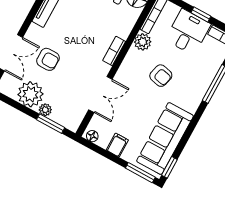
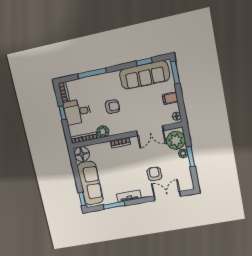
armchair: (161, 76) -> (112, 107), turned 77
plant: (30, 94) -> (176, 140), moved
double door: (100, 95) -> (150, 131), swing flipped
window: (51, 124) -> (191, 157), moved
window: (169, 167) -> (144, 62), moved

